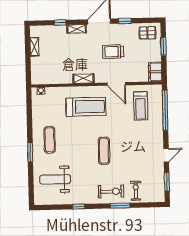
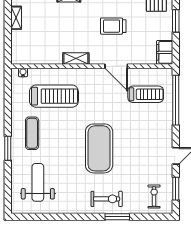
treadmill: (141, 106) -> (146, 94), turned -90
treadmill: (86, 107) -> (54, 96), moved
exercise mat: (104, 151) -> (99, 148), width x2.00, depth x1.45
weight bench: (55, 179) -> (38, 182), turned 90
exercise bike: (136, 191) -> (154, 196), moved
window: (79, 207) -> (66, 217), removed

